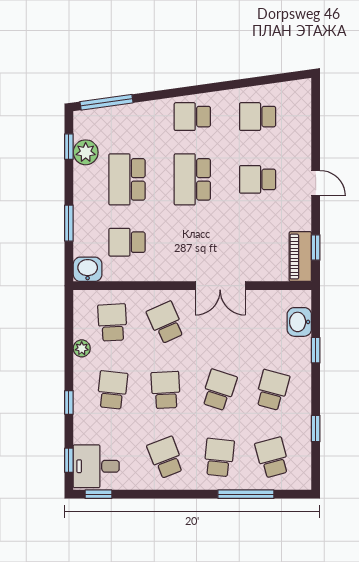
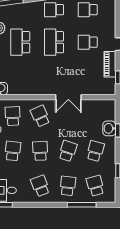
school desk: (127, 242) -> (20, 75), removed
piano: (300, 257) -> (110, 64), moved
washbasin: (299, 322) -> (109, 128), moved

